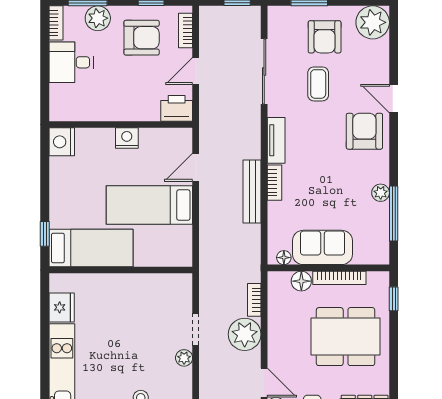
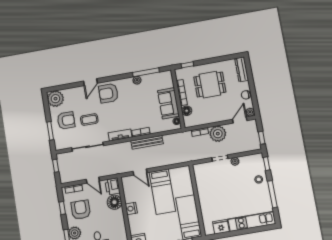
floor lamp: (145, 107) -> (114, 202), added
dining table: (346, 337) -> (210, 85), width x0.73

